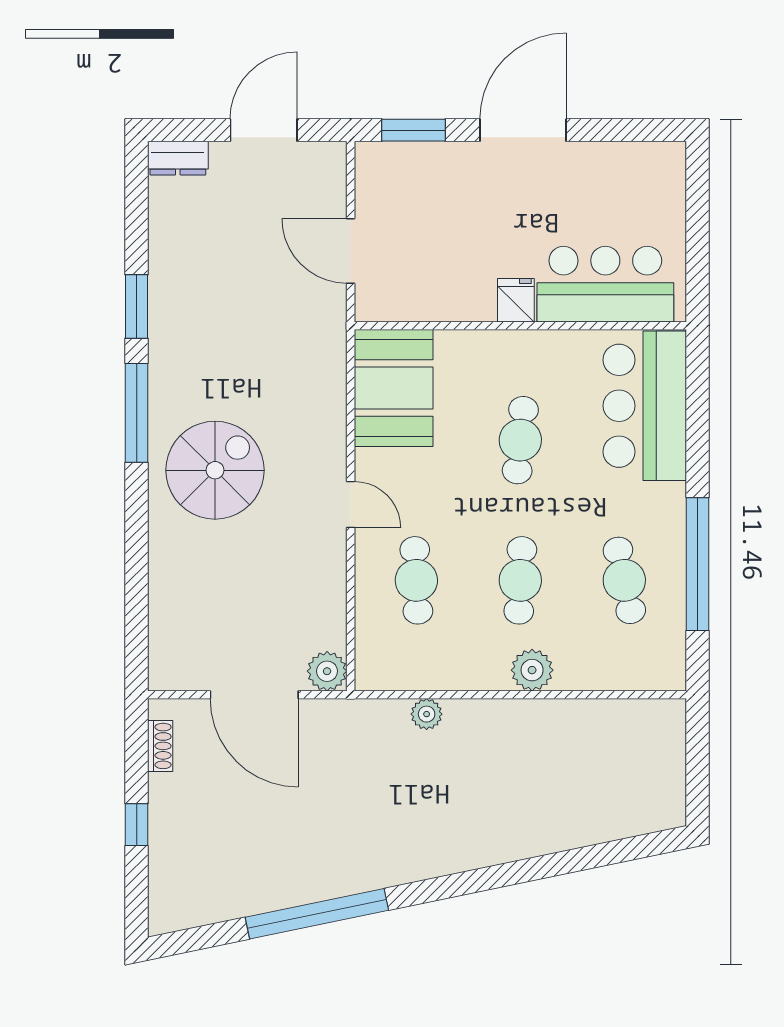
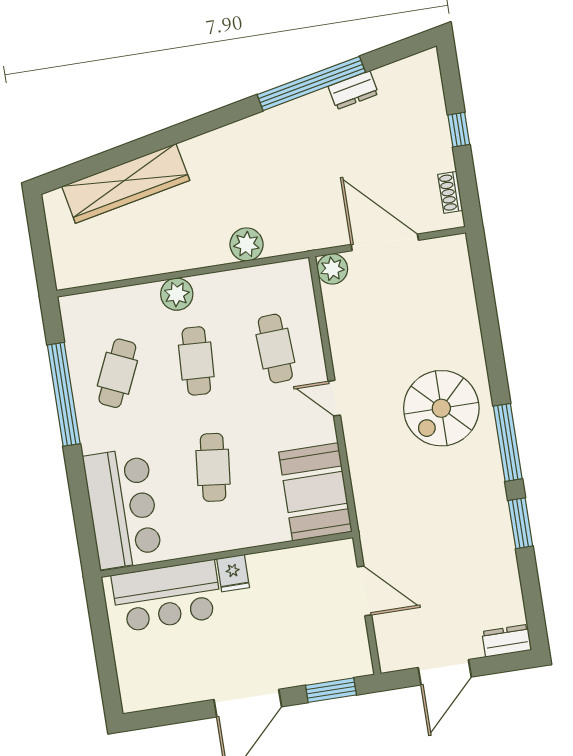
cafe table: (624, 580) -> (117, 373), turned 36
plant: (427, 714) -> (246, 244), width x1.38, depth x1.38
wardrobe: (575, 823) -> (126, 183), added
dresser: (264, 897) -> (353, 90), added

